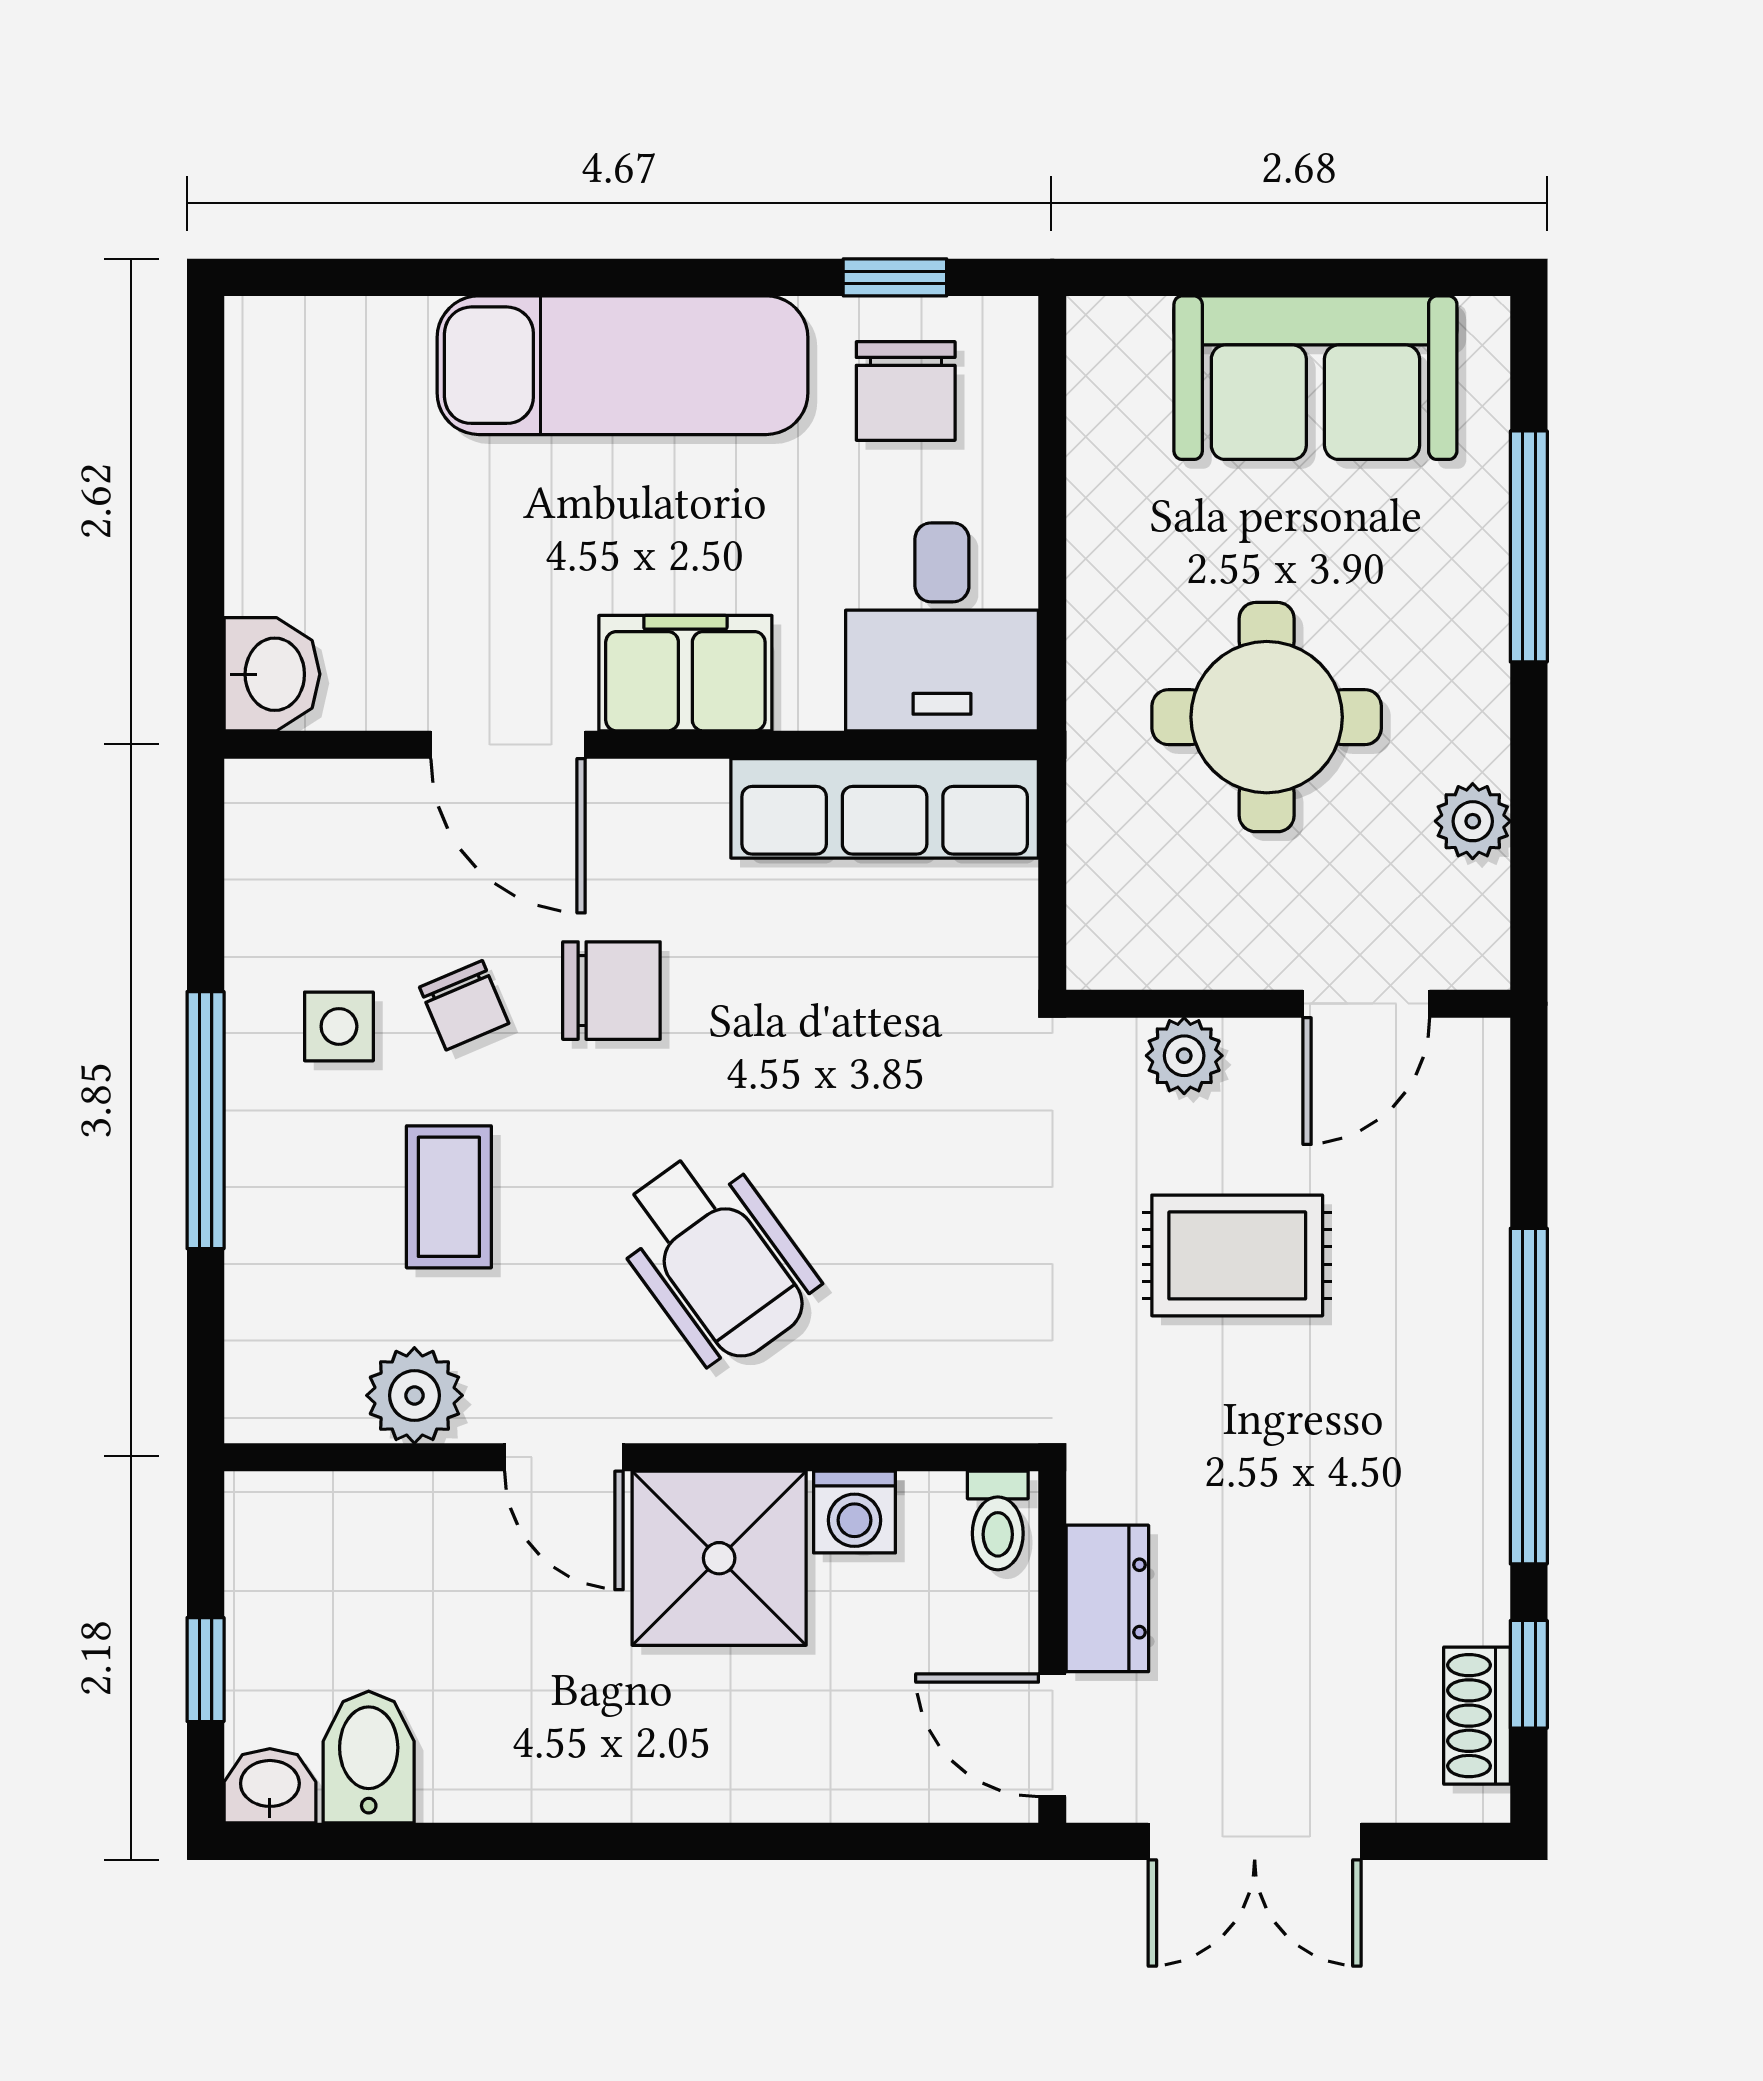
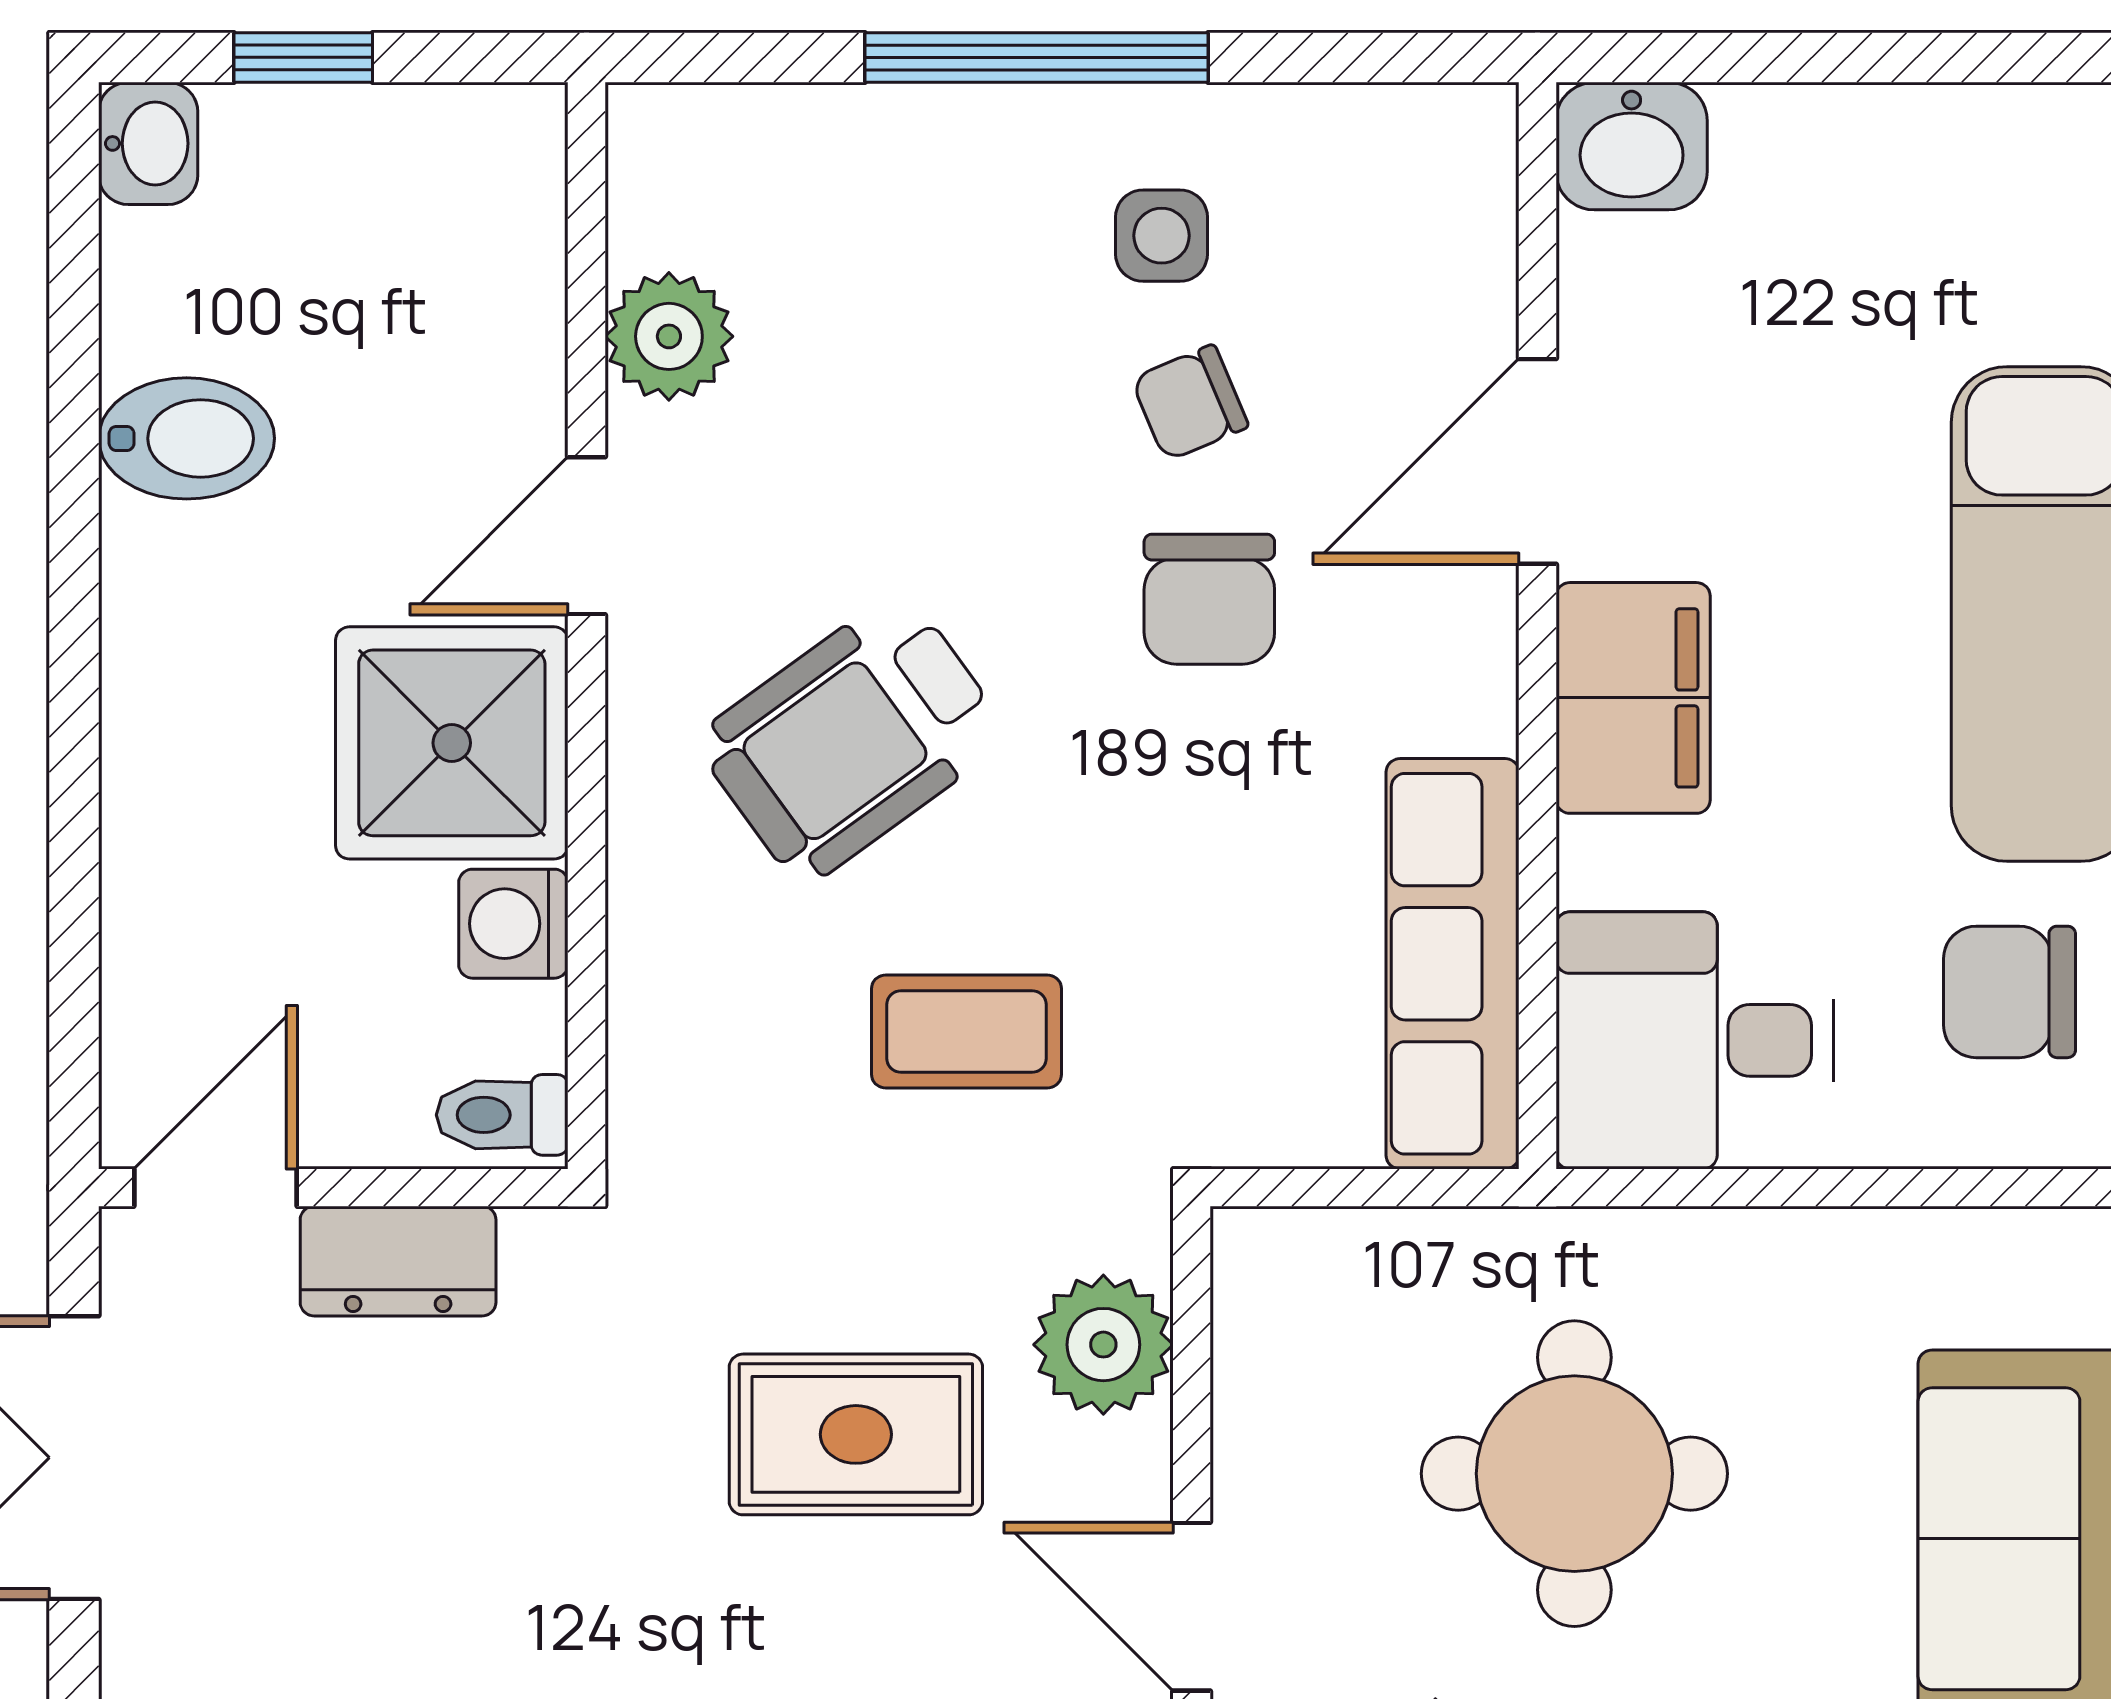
plant: (1184, 1056) -> (1103, 1345), width x1.38, depth x1.38
coffee table: (449, 1197) -> (966, 1032), moved
rug: (1237, 1255) -> (856, 1434), turned 90
bidet: (369, 1757) -> (187, 438), moved

